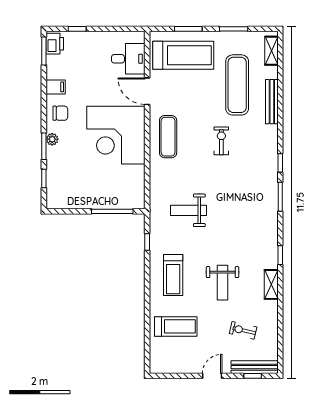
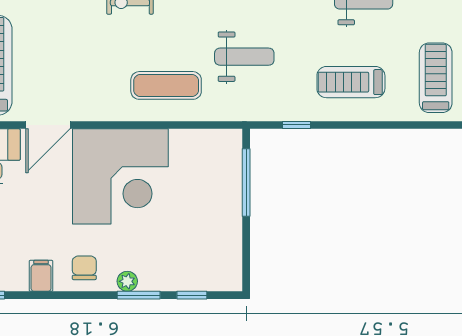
exercise mat: (168, 137) -> (166, 85), moved
weight bench: (189, 210) -> (244, 57), turned -90
treadmill: (173, 275) -> (351, 82), turned 180

